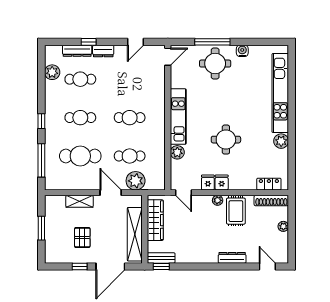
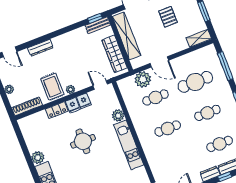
locker: (269, 184) -> (57, 110), moved
shelving: (79, 201) -> (199, 38), moved

